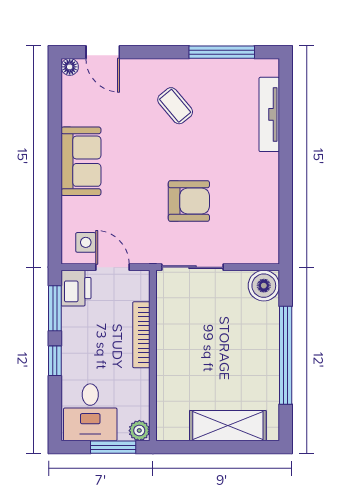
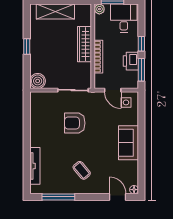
printer: (76, 288) -> (131, 61), moved
window: (286, 355) -> (27, 46), width x0.32
wardrobe: (170, 360) -> (84, 44), added

